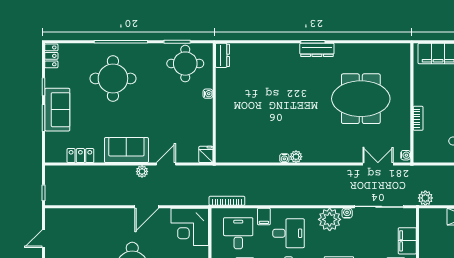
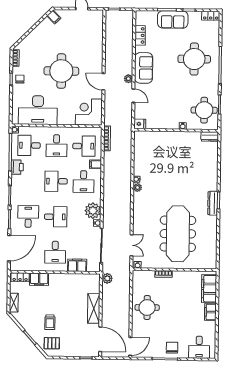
meeting table: (361, 99) -> (178, 234), width x1.36

